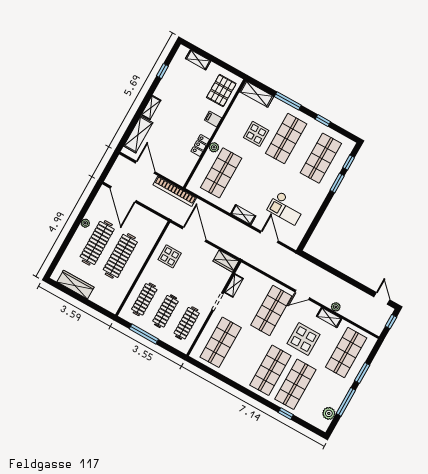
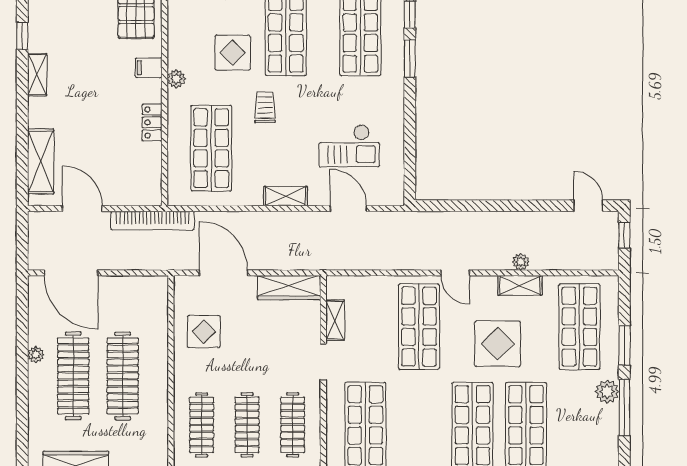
shelving: (151, 108) -> (37, 75), moved
plant: (214, 147) -> (176, 79), moved
trolley: (257, 168) -> (265, 107), added
wardrobe: (226, 261) -> (289, 288), width x1.50
door: (302, 295) -> (455, 273), hinge flipped
plant: (329, 413) -> (607, 392), moved

